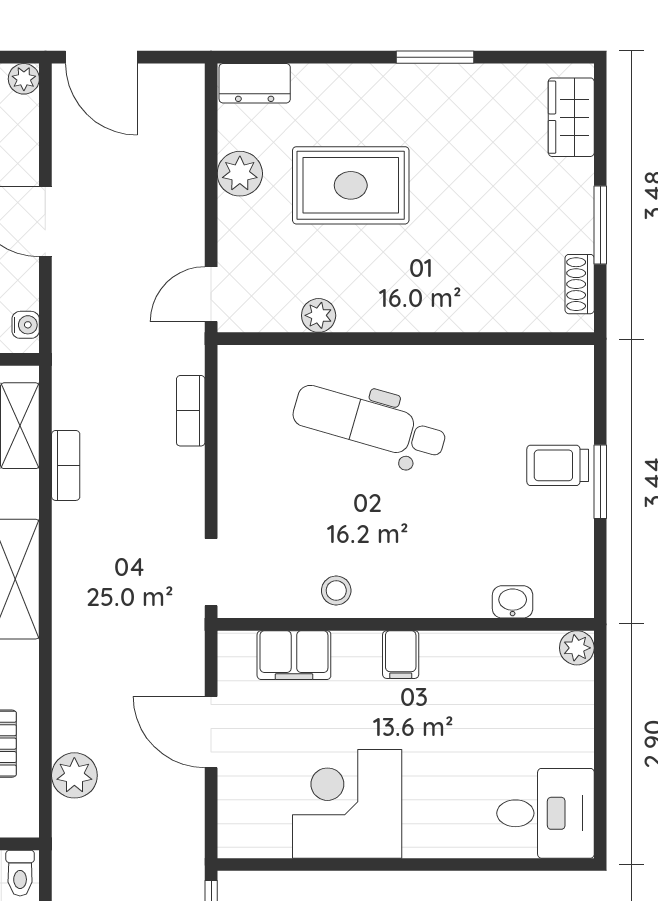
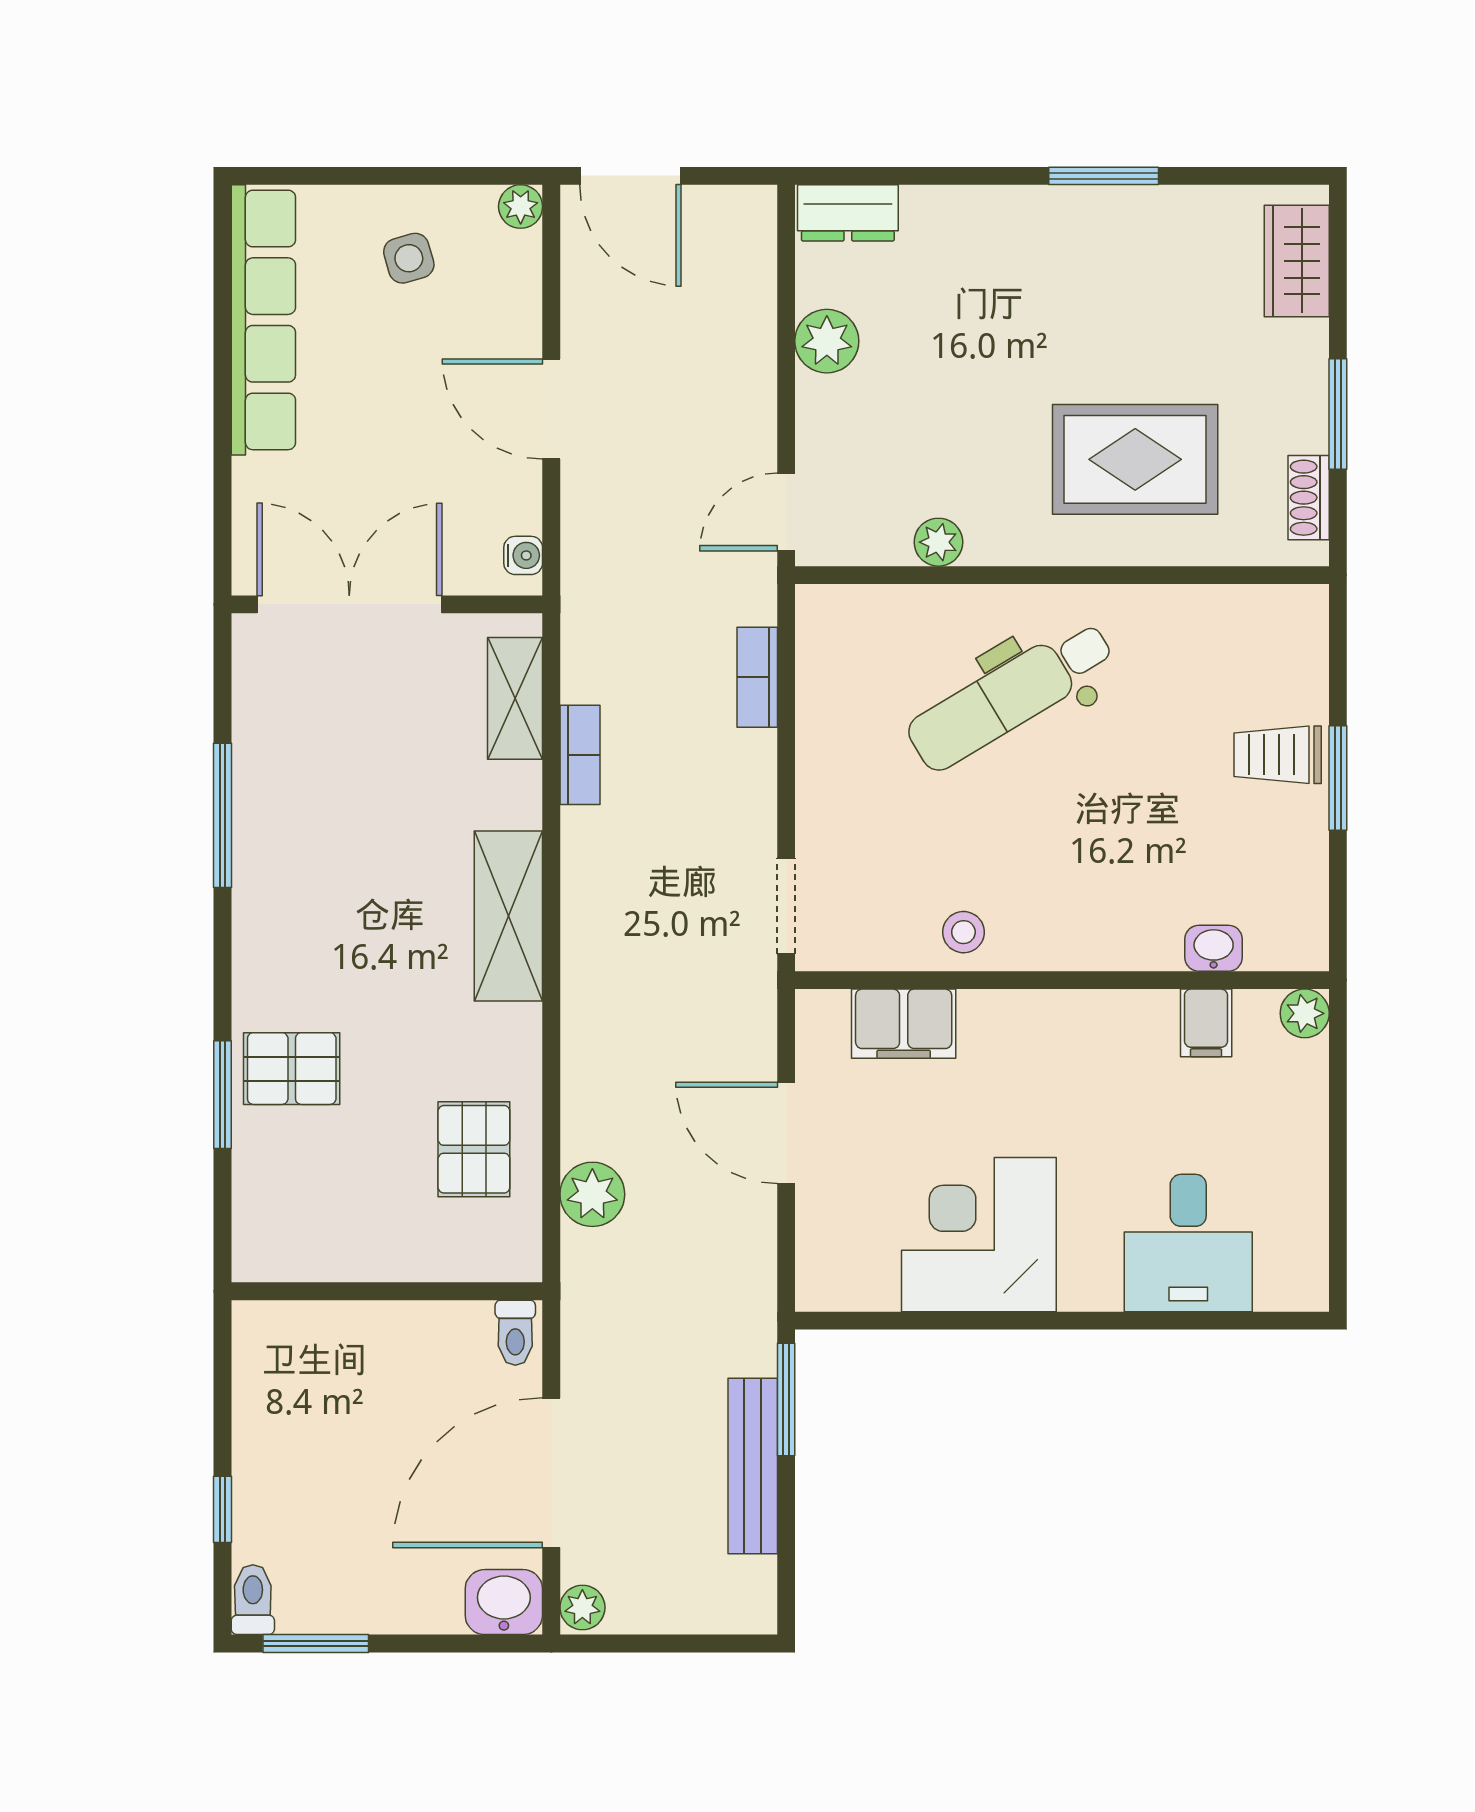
rug: (351, 185) -> (1135, 459), moved
dental chair: (369, 424) -> (1011, 695), turned -47
filing cabinet: (401, 655) -> (1206, 1023), moved
desk: (546, 813) -> (1188, 1243), moved, turned 90

